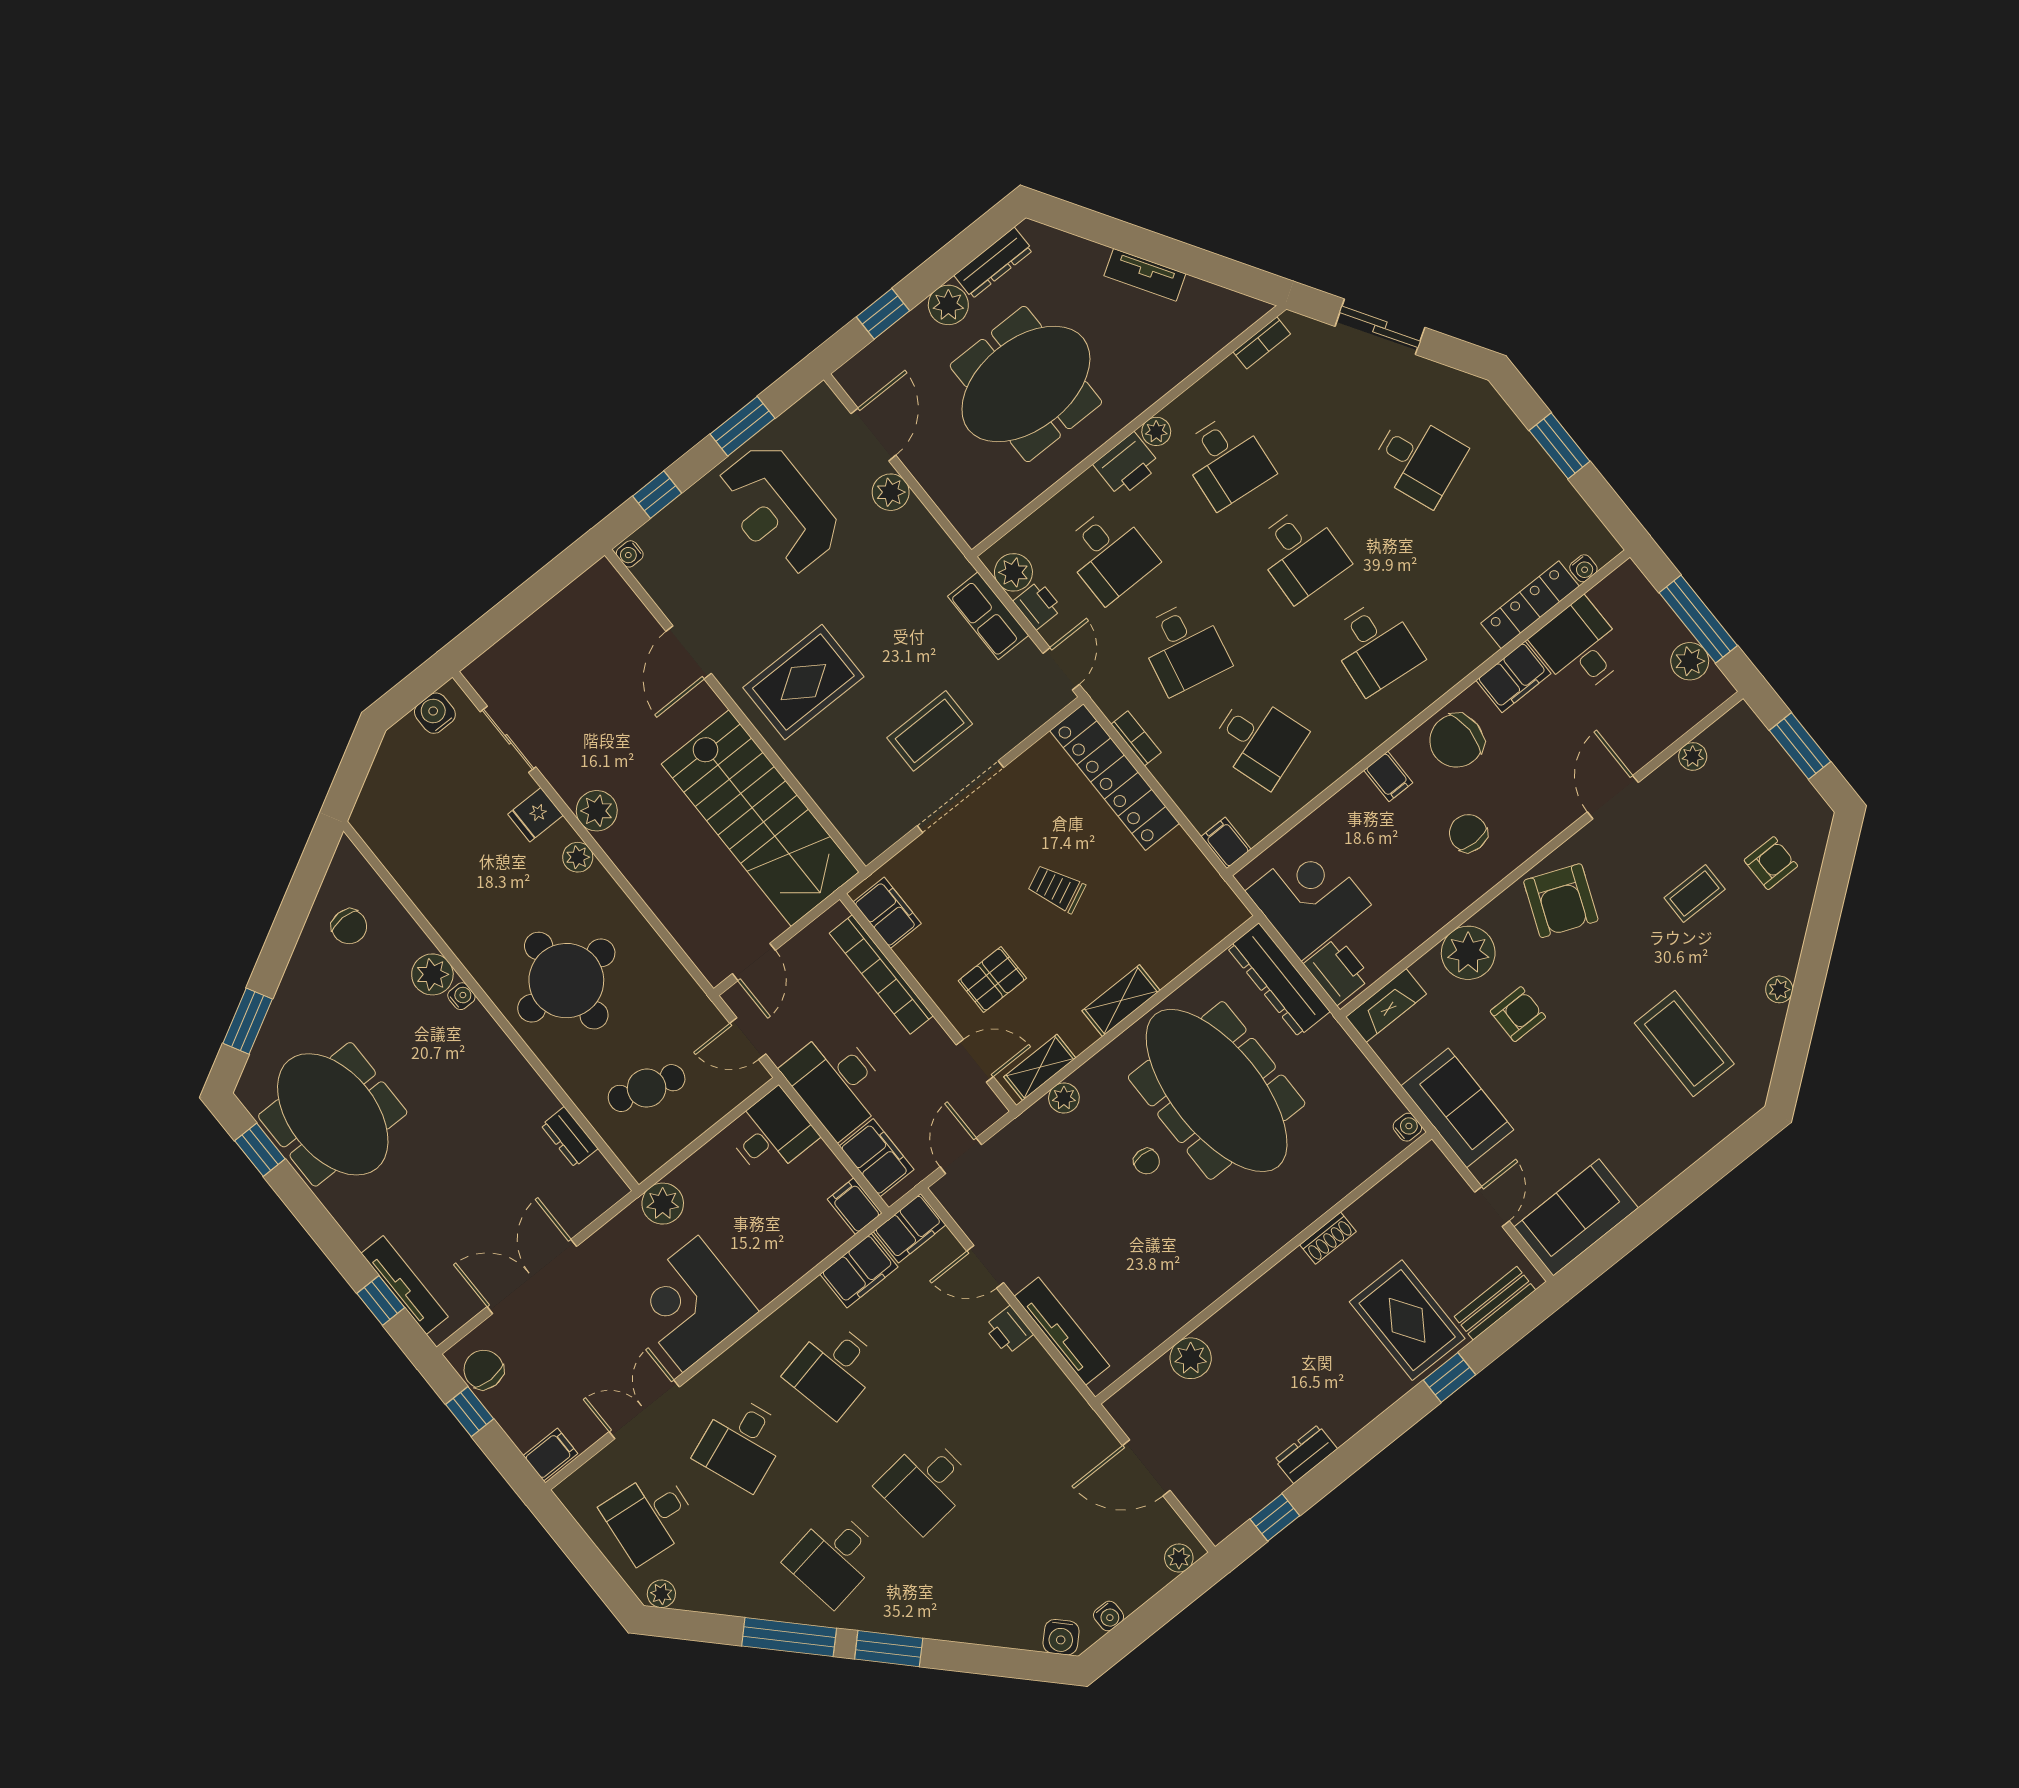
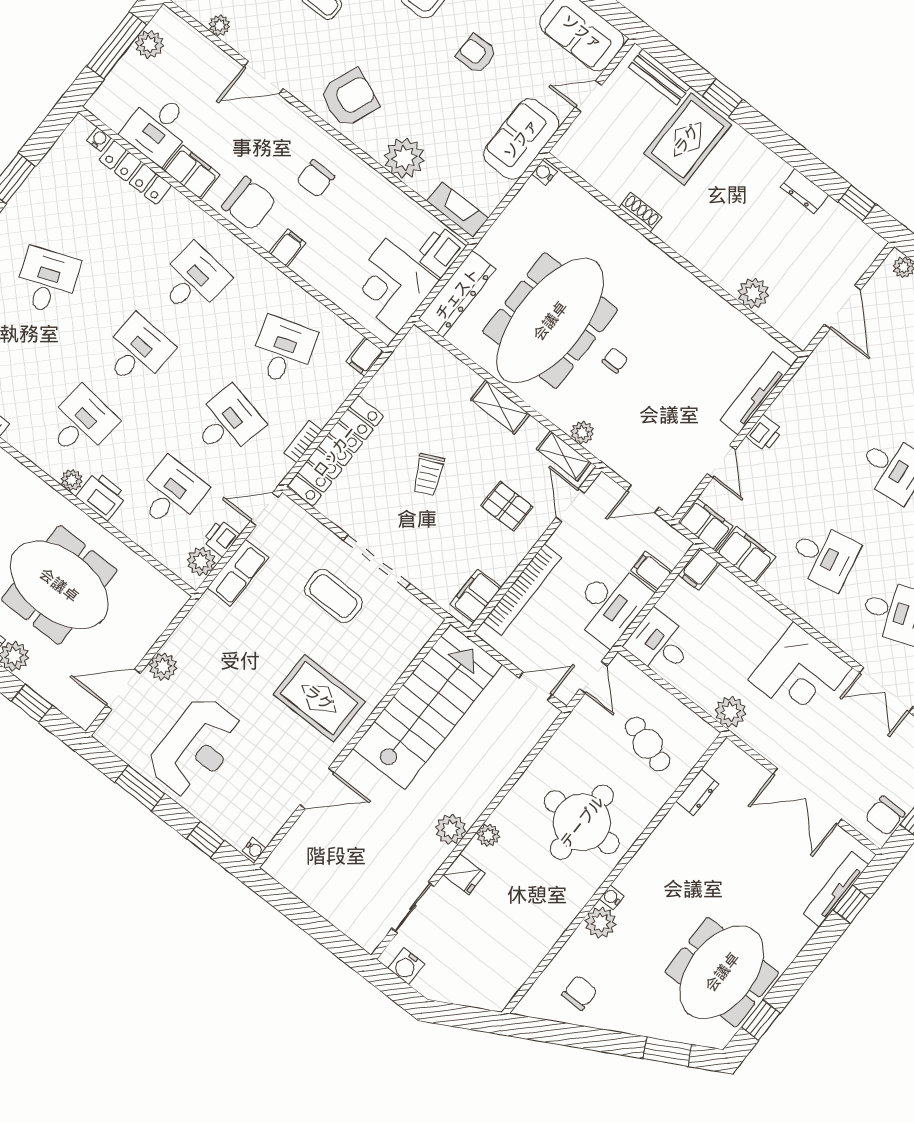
armchair: (1518, 1014) -> (476, 54), moved
filing cabinet: (877, 1158) -> (652, 571), width x0.50

